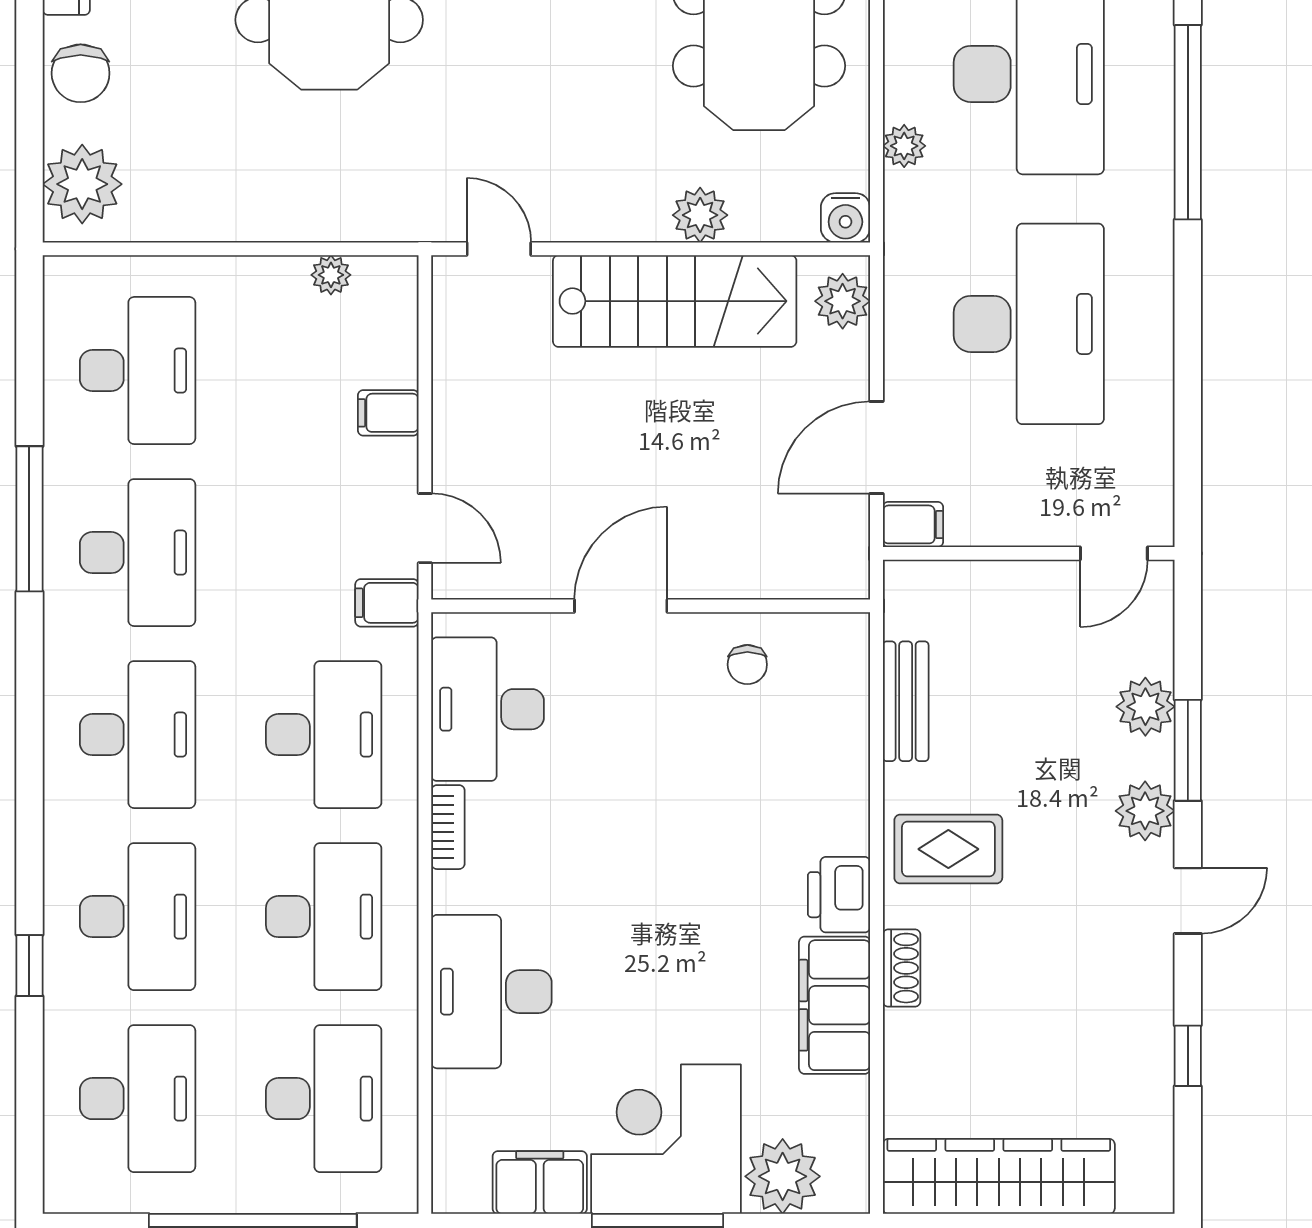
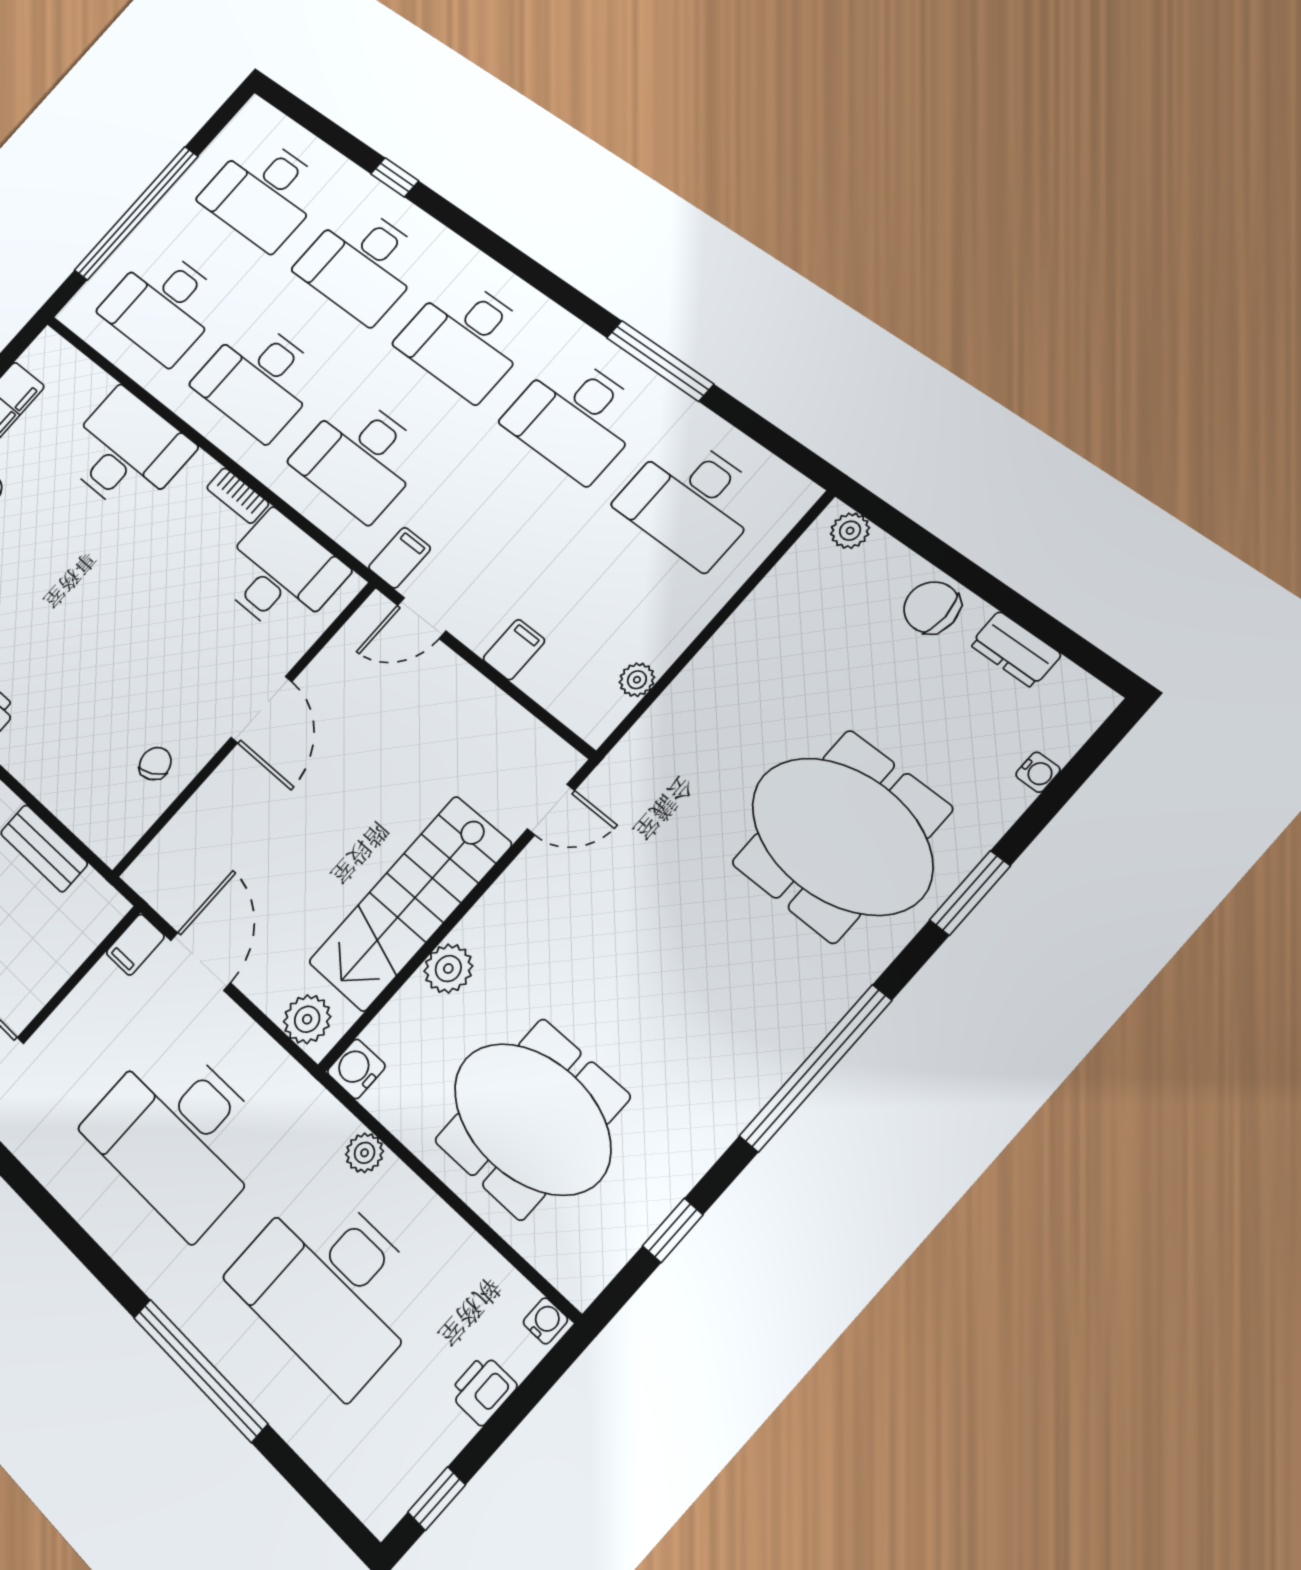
plant: (82, 184) -> (850, 531), width x0.53, depth x0.53
chair: (747, 665) -> (155, 764), turned 64

